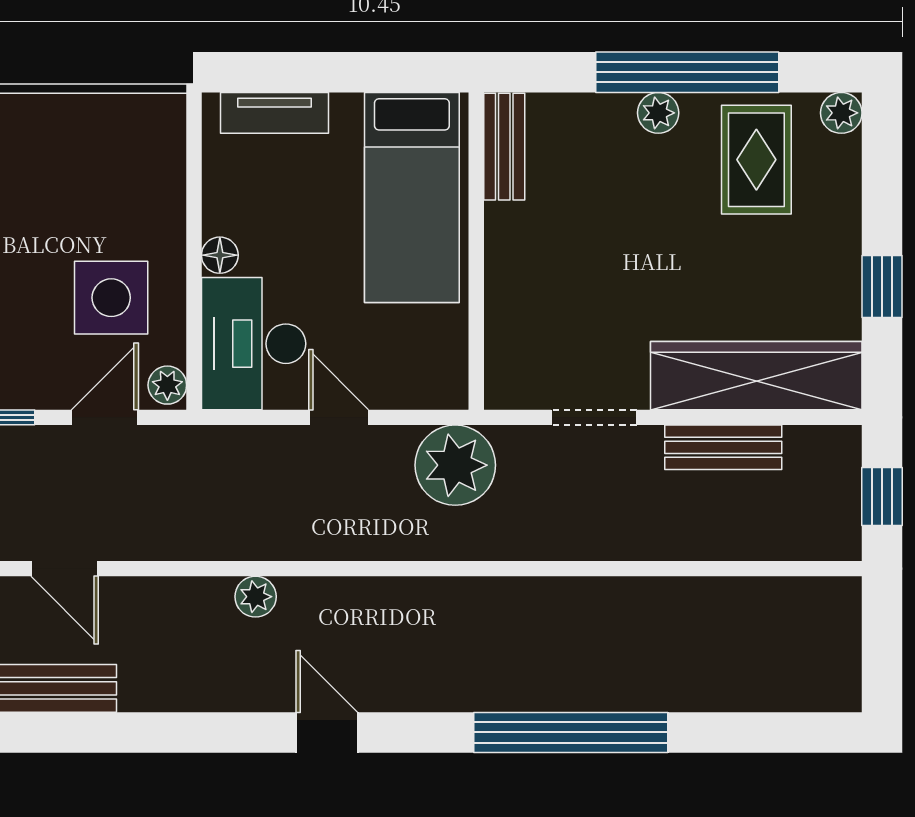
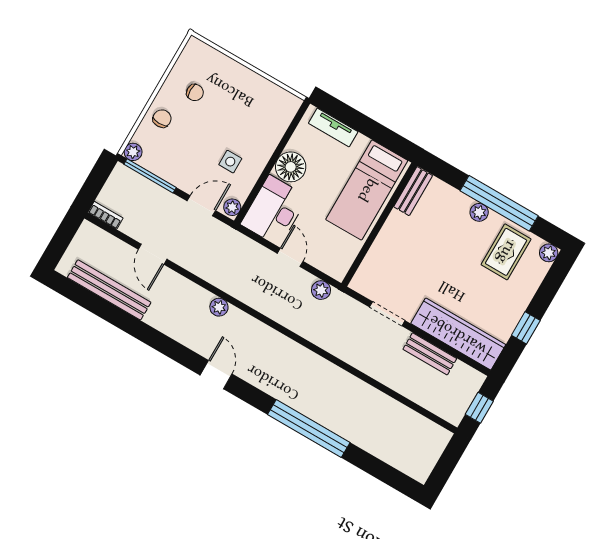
floor lamp: (220, 255) -> (291, 167), width x1.89, depth x1.89
side table: (111, 298) -> (230, 162), width x0.54, depth x0.54
plant: (455, 465) -> (321, 290), width x0.53, depth x0.53

